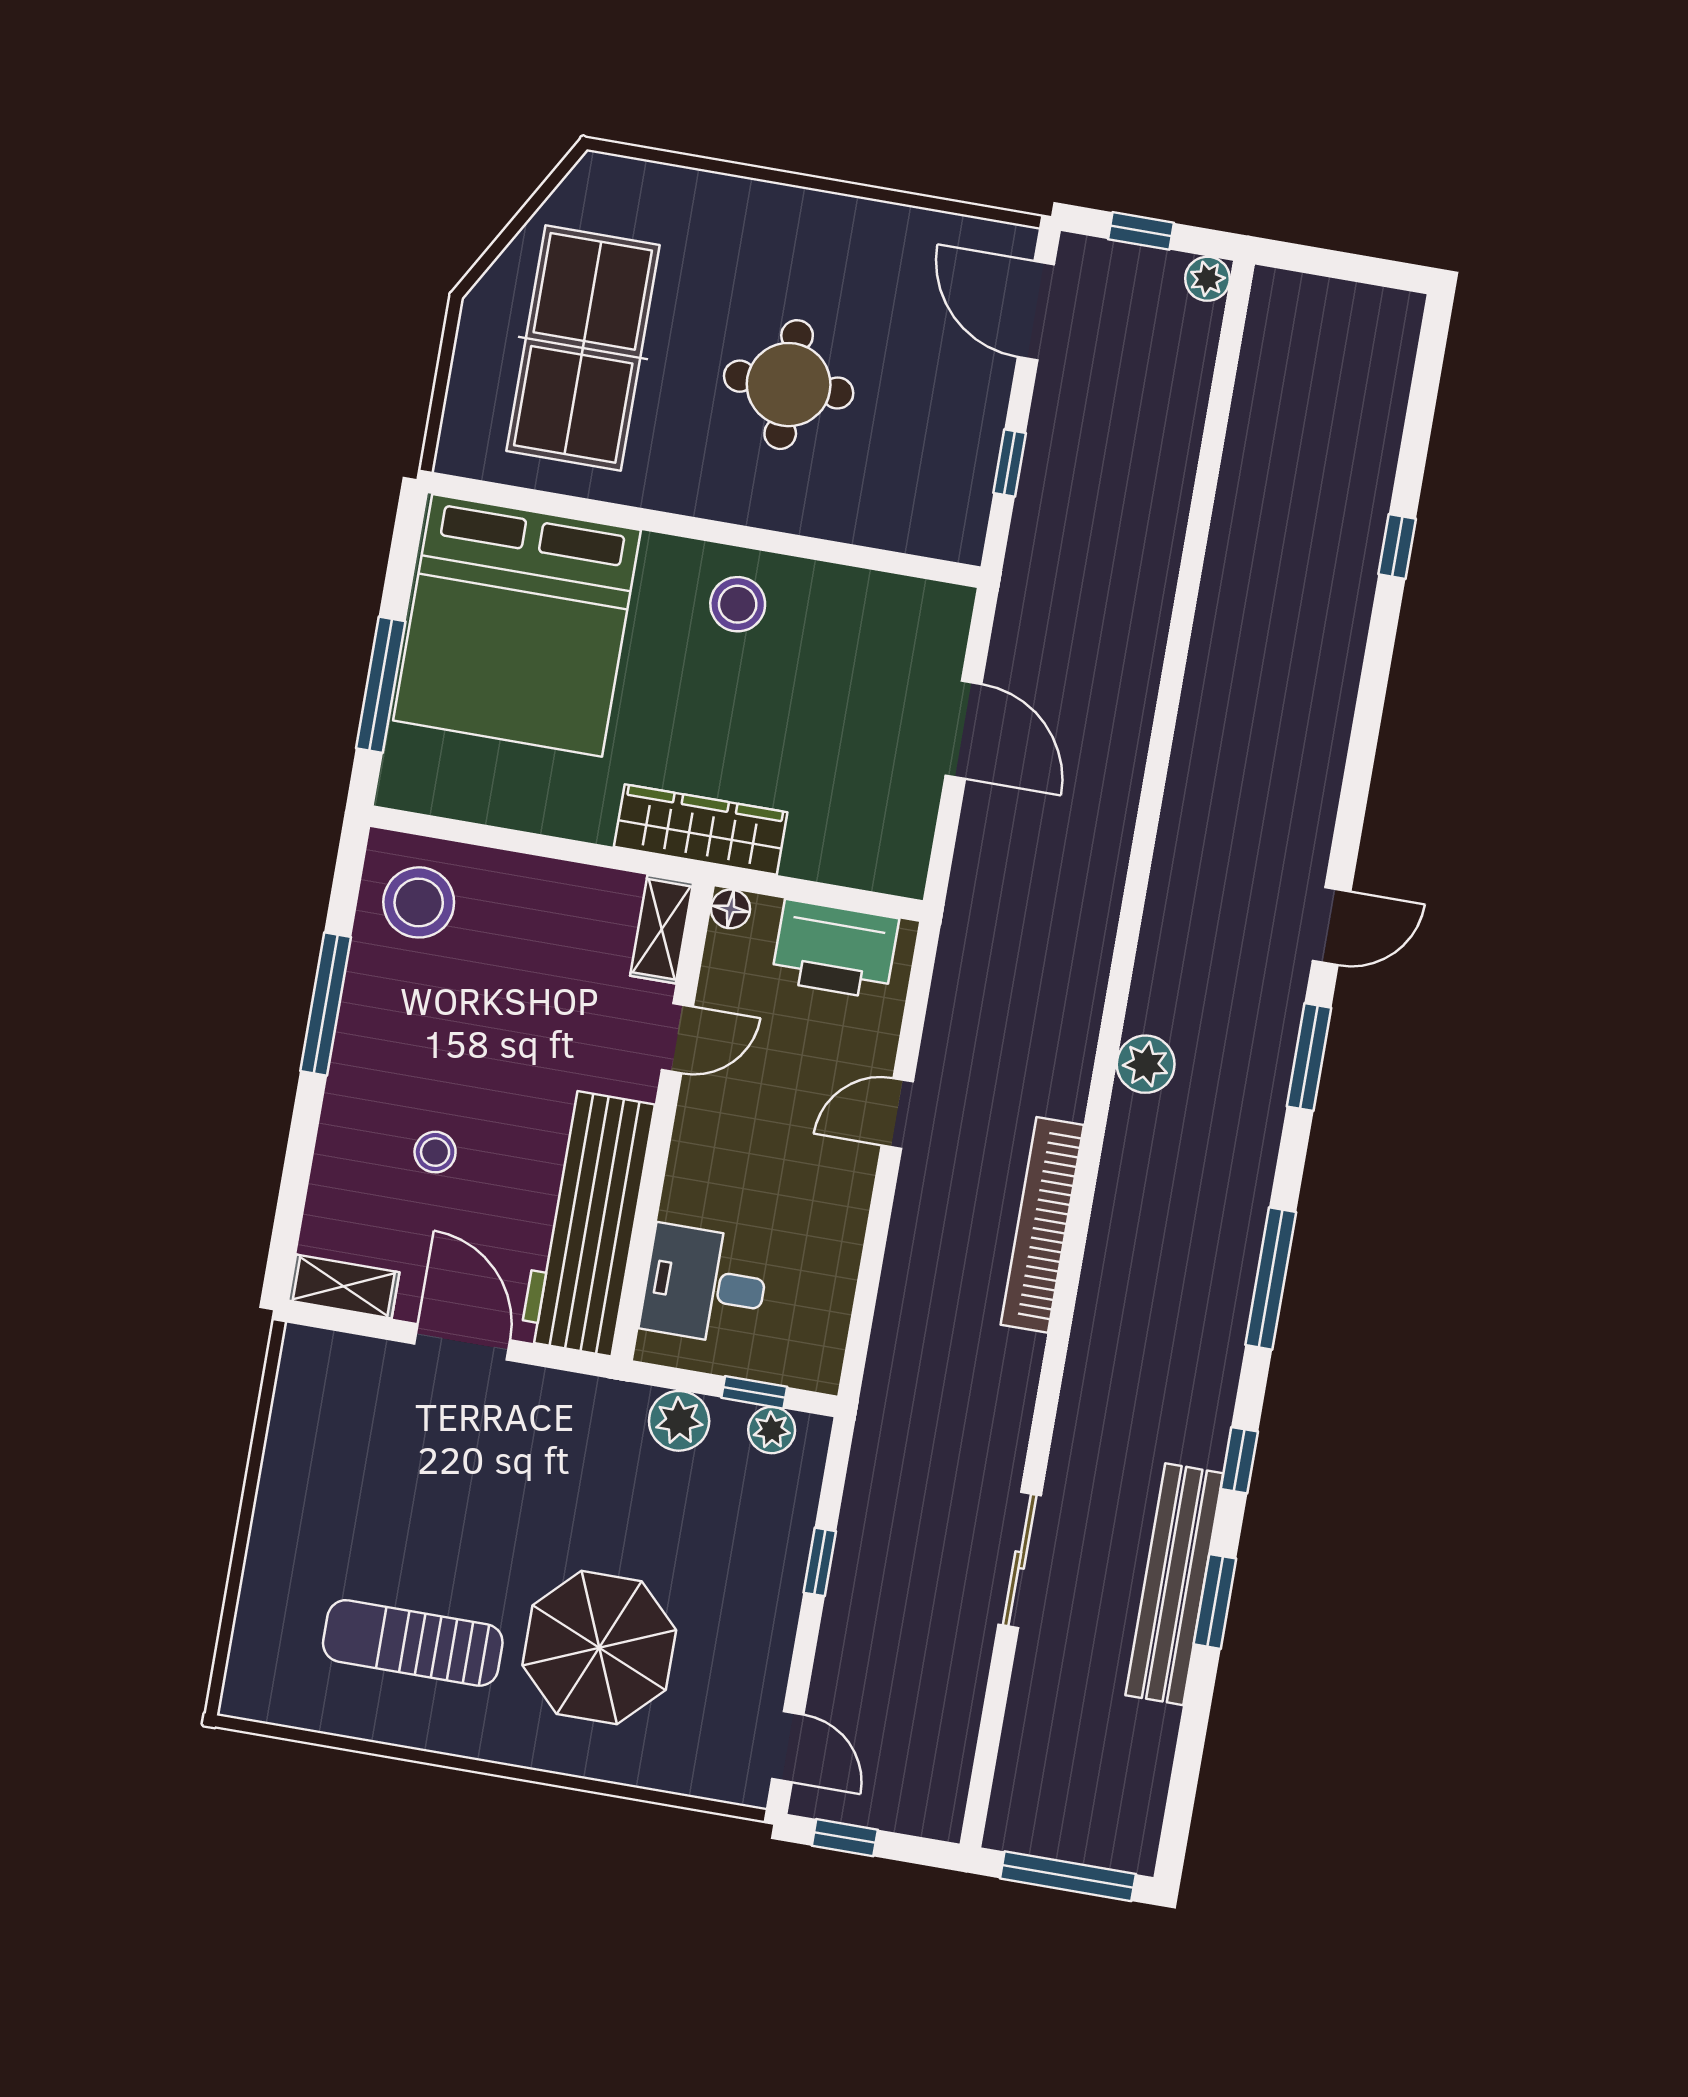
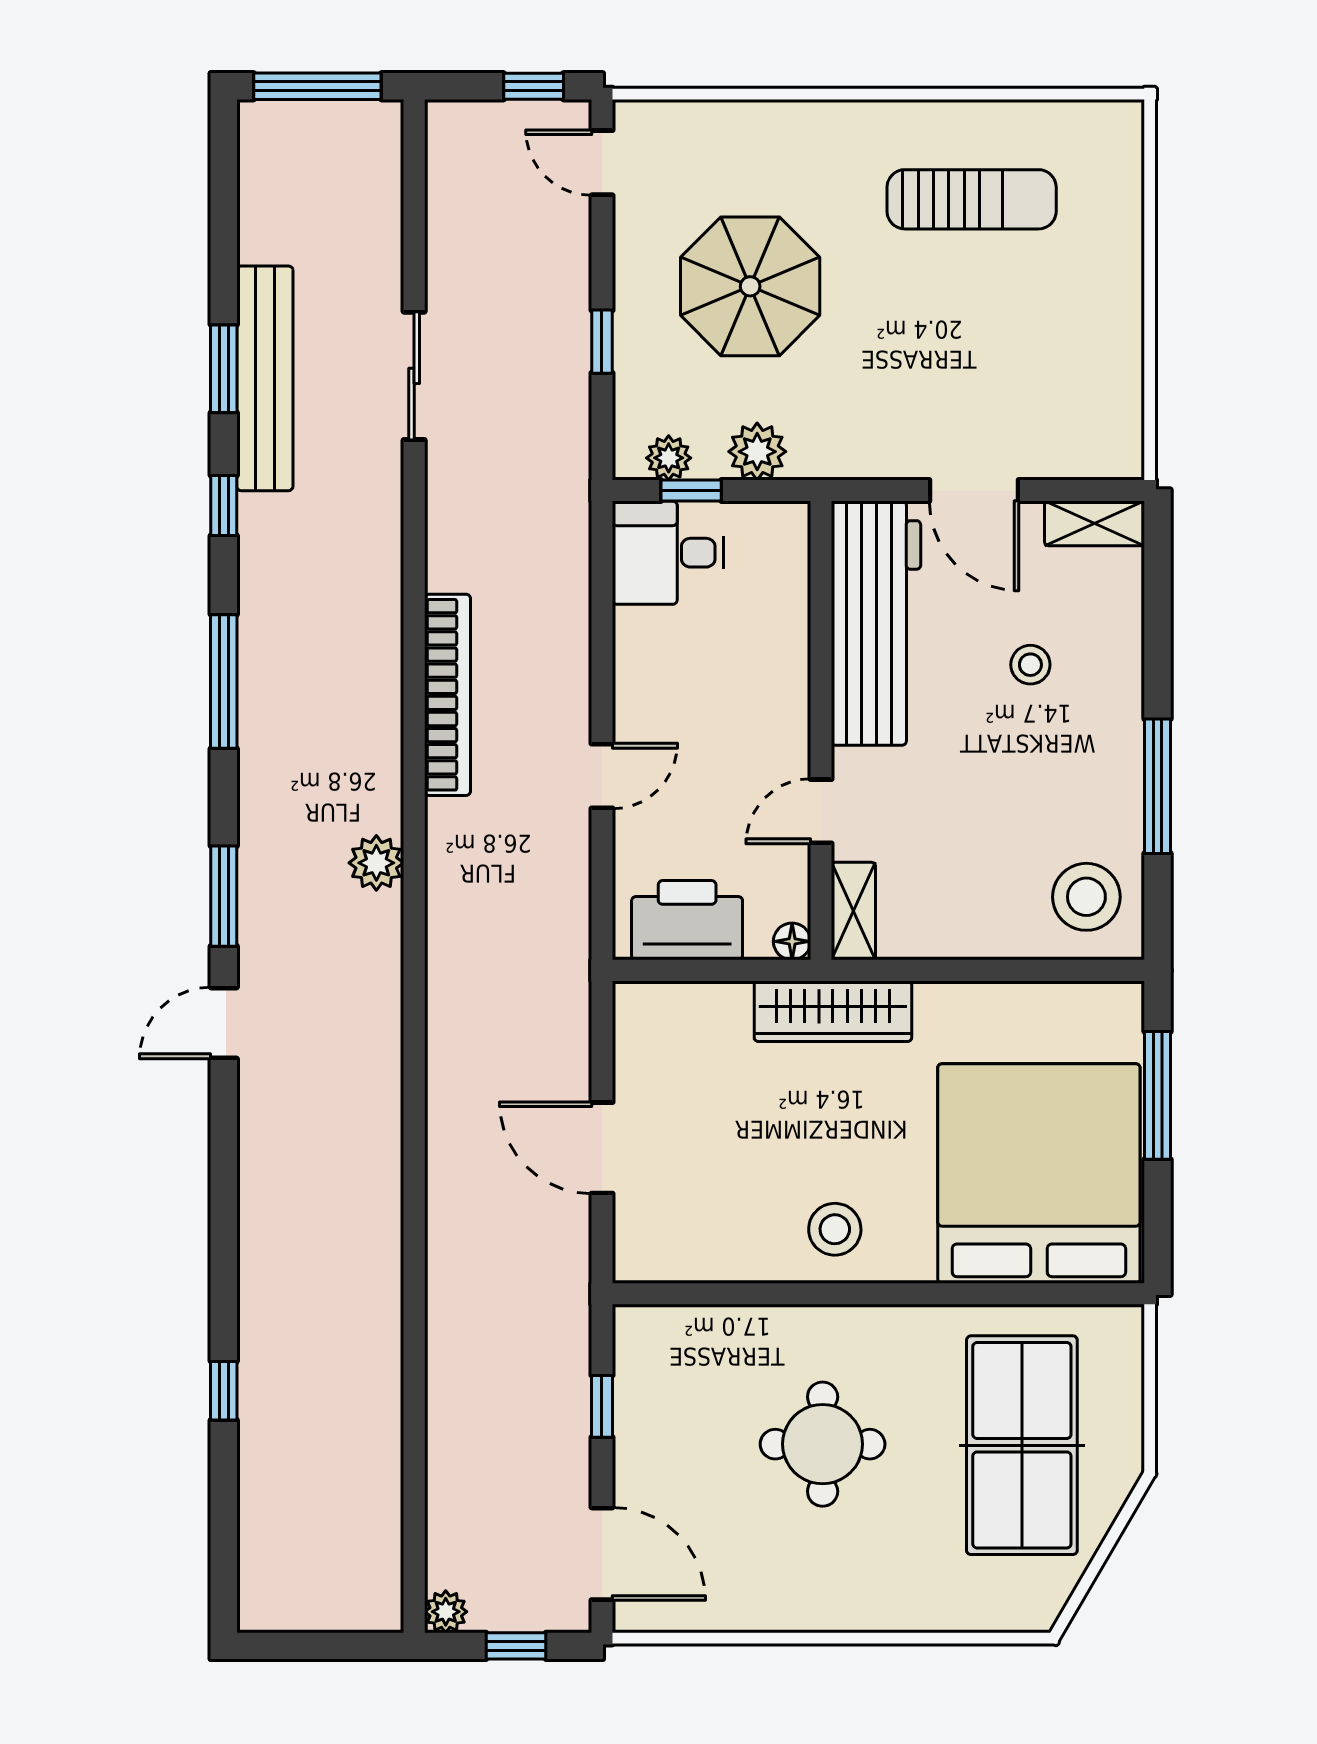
desk: (705, 1285) -> (668, 553), moved, turned 180
parasol: (599, 1648) -> (750, 286), moved

